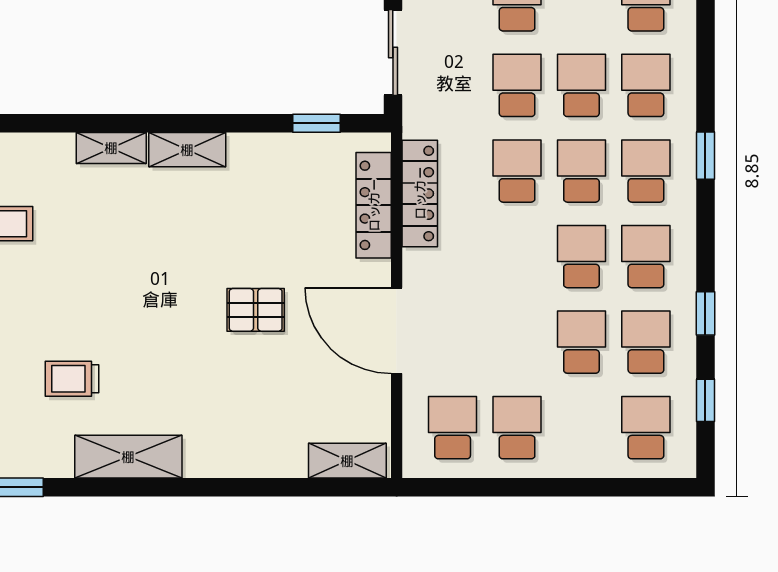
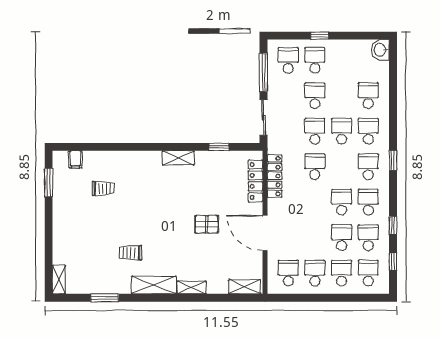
window: (316, 123) -> (219, 147), moved
shelving: (111, 148) -> (192, 287), moved
school desk: (581, 171) -> (342, 273), moved

